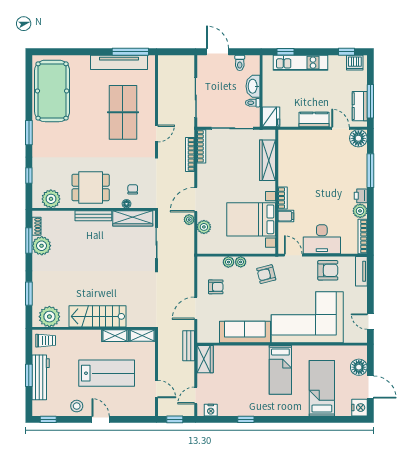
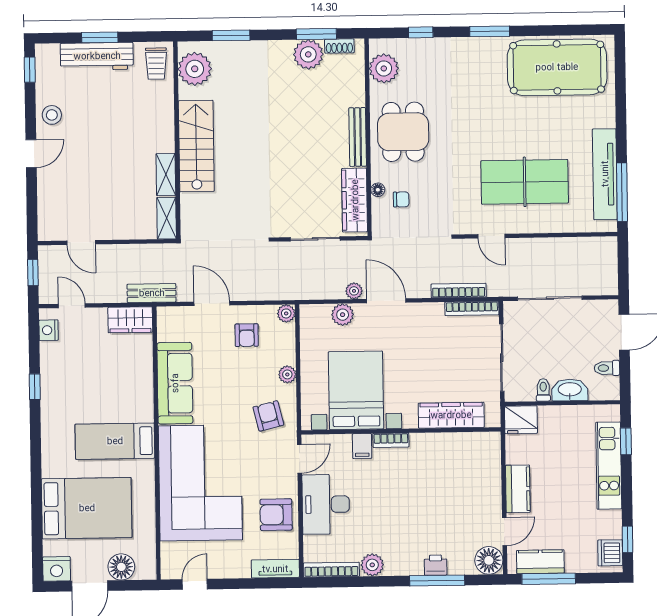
printer: (361, 196) -> (436, 565), moved
plant: (228, 262) -> (286, 313), moved
armchair: (328, 270) -> (276, 515), turned 90
lab bench: (107, 373) -> (105, 162), removed
bed: (322, 388) -> (87, 508), width x1.50
door: (156, 389) -> (81, 243), hinge flipped

